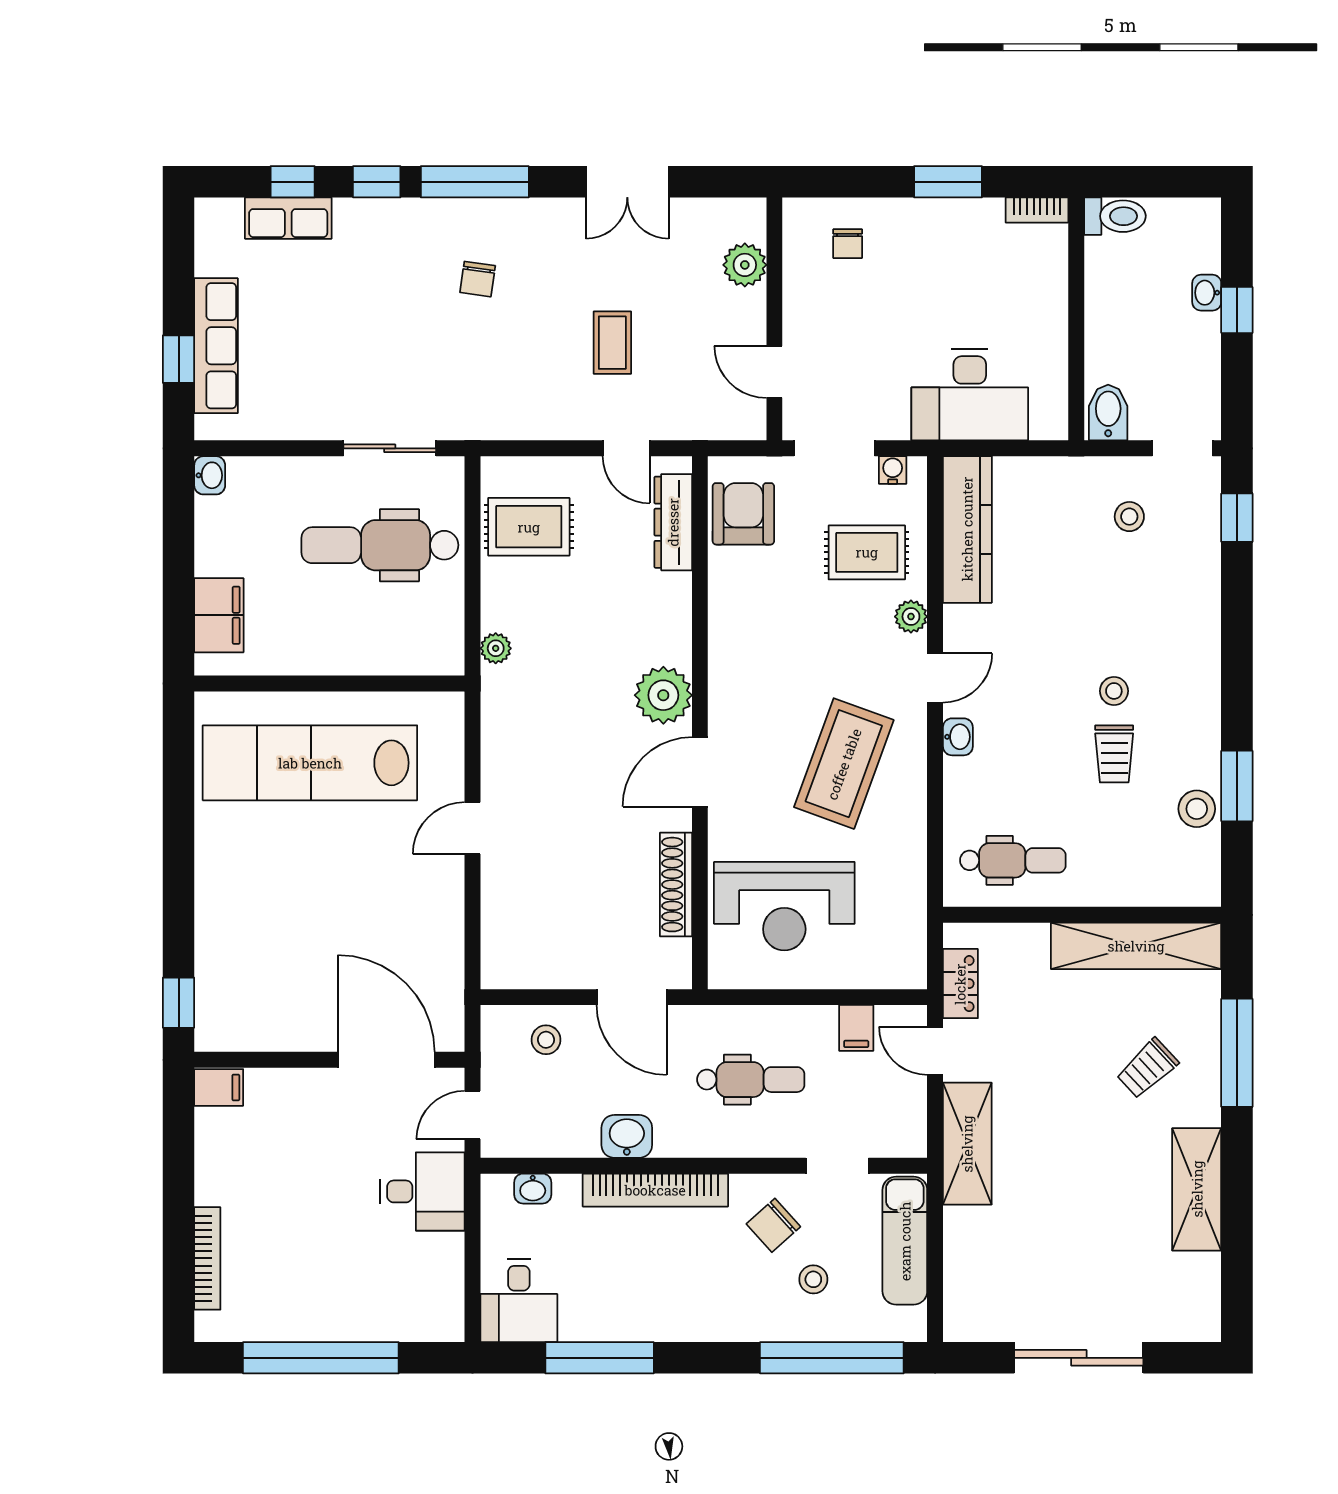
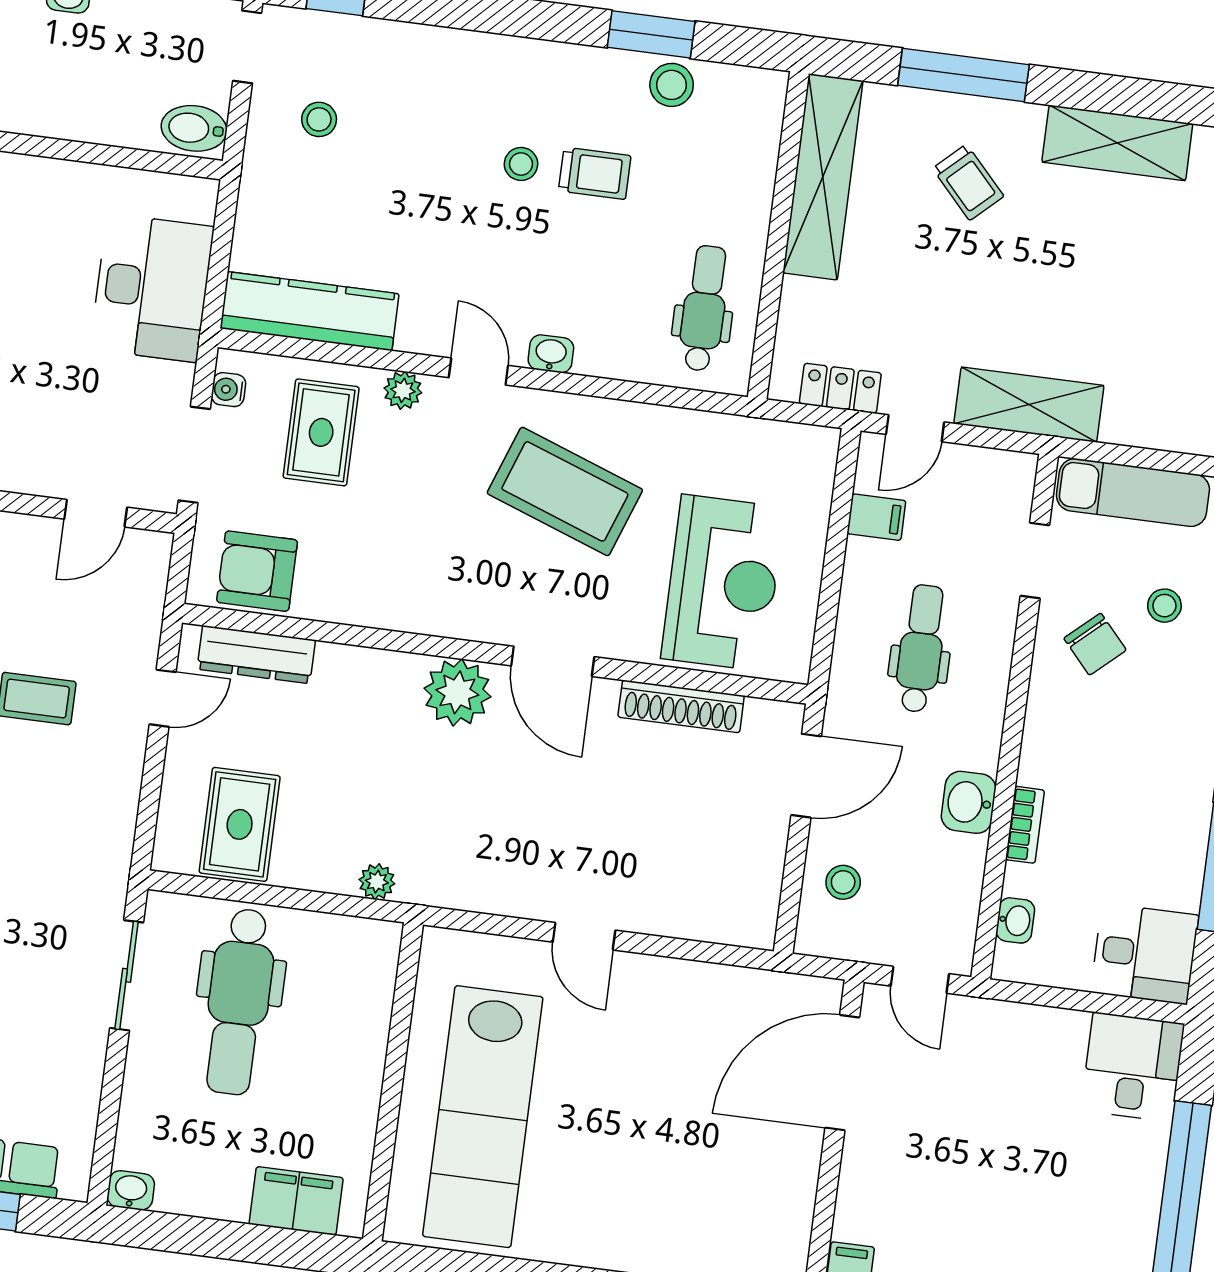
bookcase: (655, 1190) -> (1025, 825), width x0.43, depth x0.76
desk: (423, 1191) -> (1133, 1067), moved

